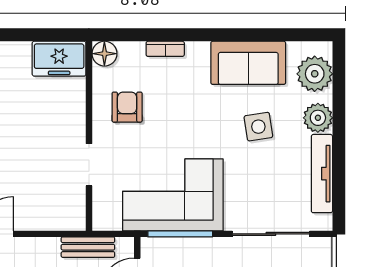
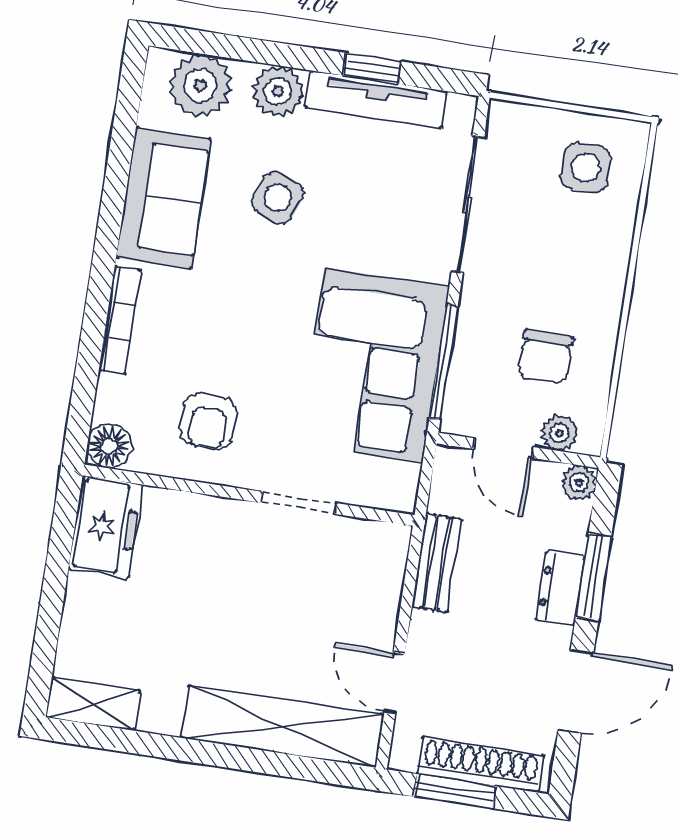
bookcase: (165, 49) -> (120, 320), width x1.56
armchair: (127, 107) -> (208, 421), turned -90
side table: (258, 127) -> (277, 198), turned 30
window: (339, 169) -> (372, 68), added
bench: (88, 247) -> (437, 563), moved

